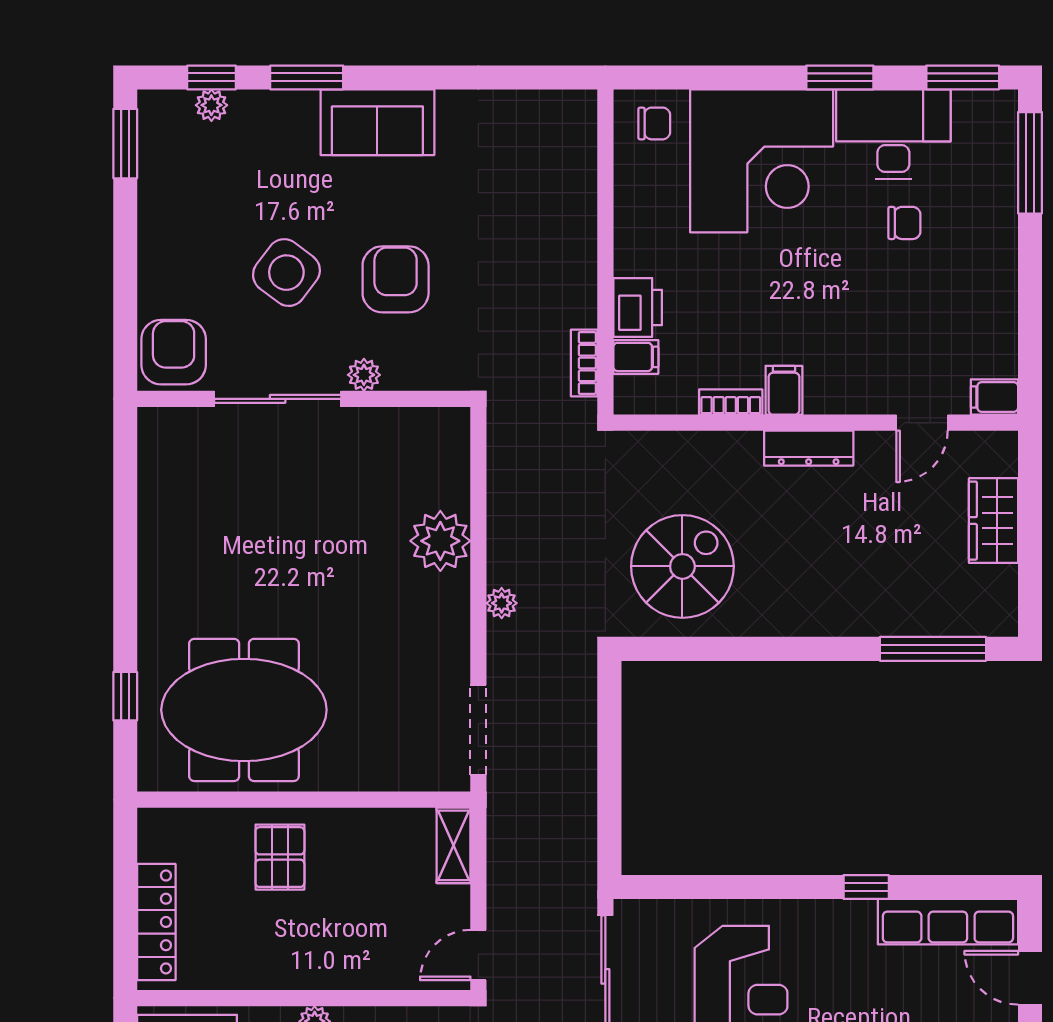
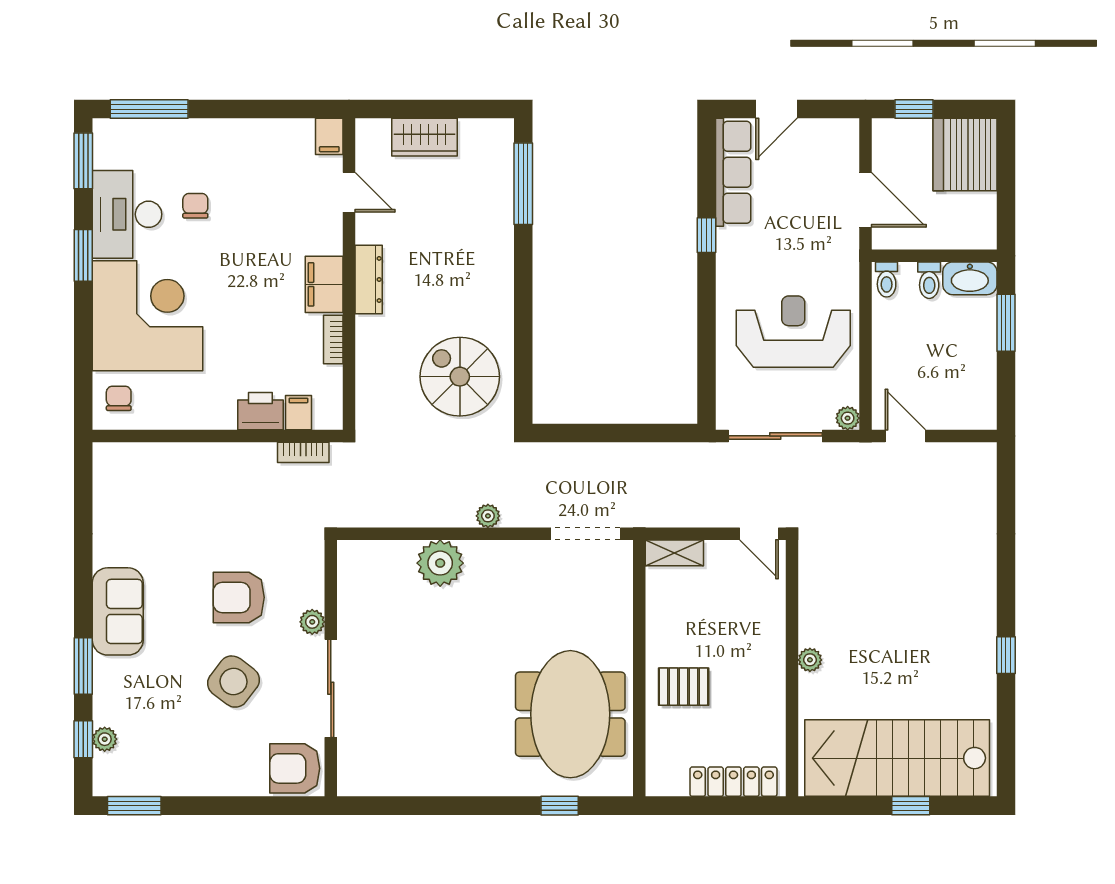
filing cabinet: (784, 390) -> (324, 284), width x2.00

